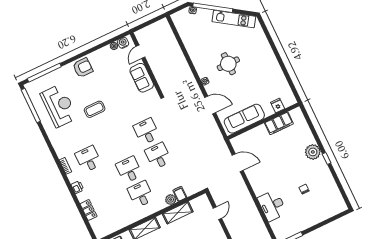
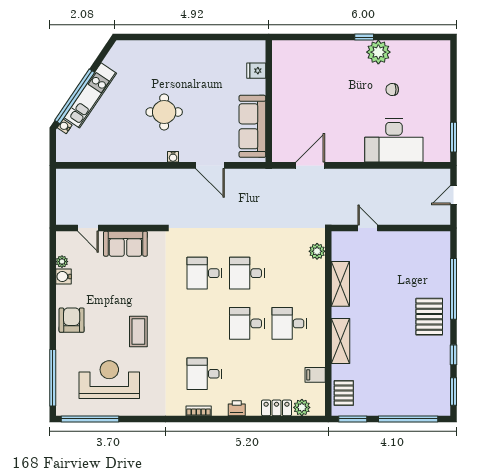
kitchen unit: (234, 19) -> (90, 95), moved
water cooler: (123, 43) -> (64, 277), moved
door: (210, 105) -> (210, 165), swing flipped
filing cabinet: (279, 123) -> (282, 81), removed
plant: (313, 152) -> (378, 52), moved
filing cabinet: (180, 194) -> (315, 375), moved
plant: (171, 200) -> (317, 251), moved
desk: (272, 206) -> (394, 141), width x1.36, depth x1.30
plant: (96, 224) -> (302, 407), added

